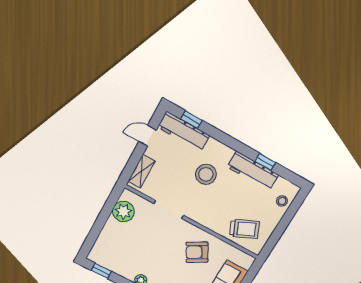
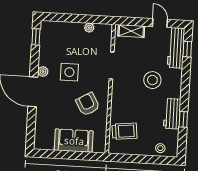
workbench: (253, 171) -> (172, 114), width x0.73
plant: (123, 212) -> (89, 28), width x0.53, depth x0.53
trolley: (244, 229) -> (125, 131), turned -72
side table: (154, 255) -> (69, 72), added

